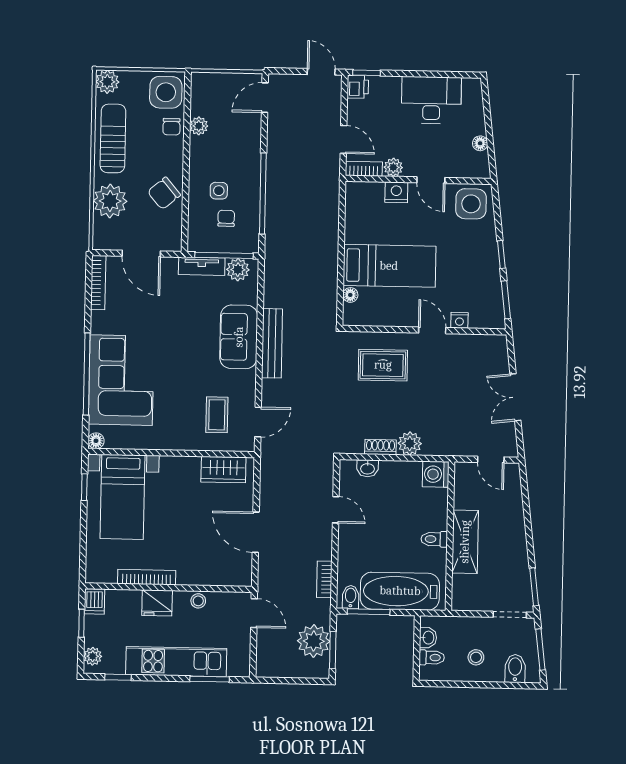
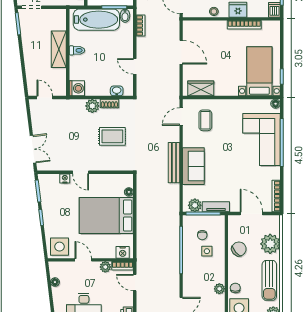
nightstand: (396, 192) -> (123, 252), moved
bed: (389, 266) -> (106, 215), width x1.50
rug: (383, 365) -> (112, 136), moved
double door: (515, 397) -> (33, 149), moved

